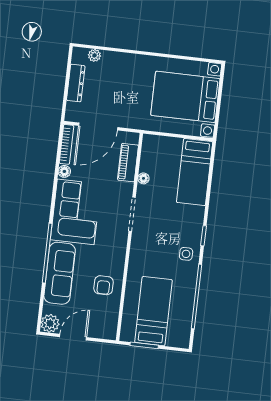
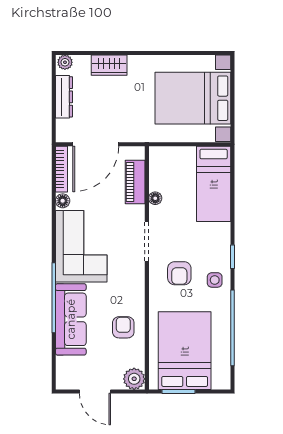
plant: (94, 55) -> (65, 62), moved
wardrobe: (117, 60) -> (109, 65), added
armchair: (157, 245) -> (179, 273), added
armchair: (104, 285) -> (123, 327), turned 180
bed: (153, 311) -> (185, 351), width x1.50
plant: (50, 323) -> (134, 379), moved
door: (73, 337) -> (95, 392), swing flipped

